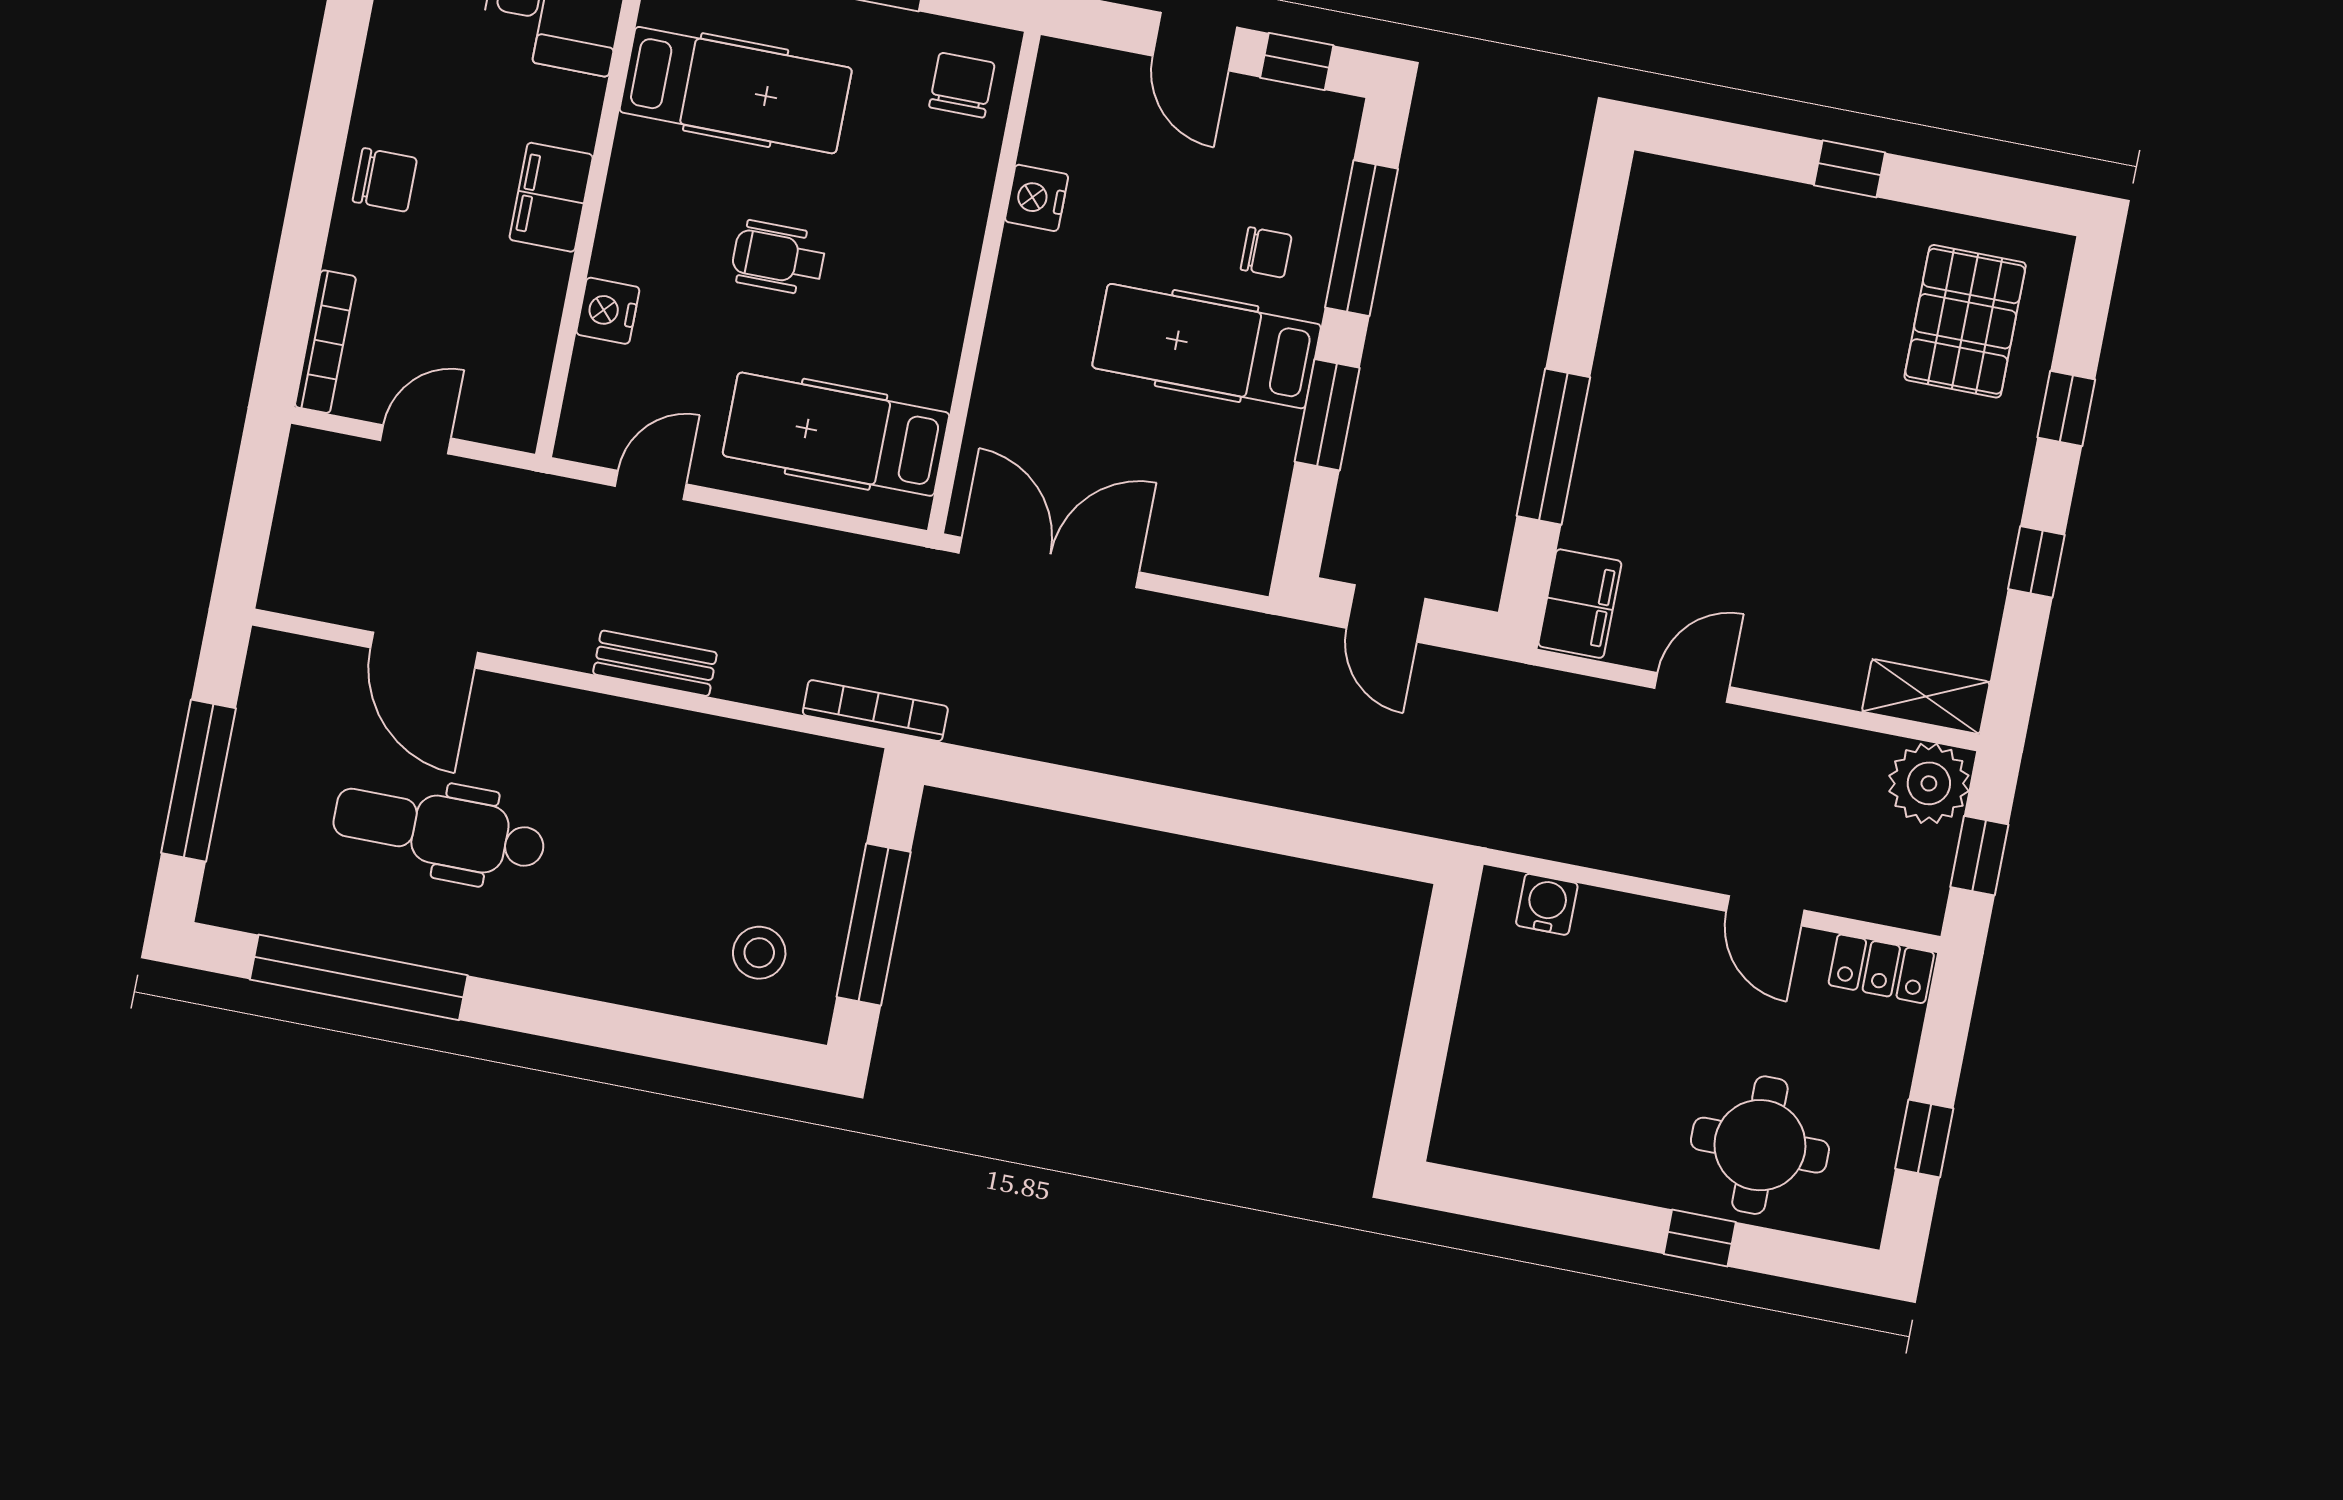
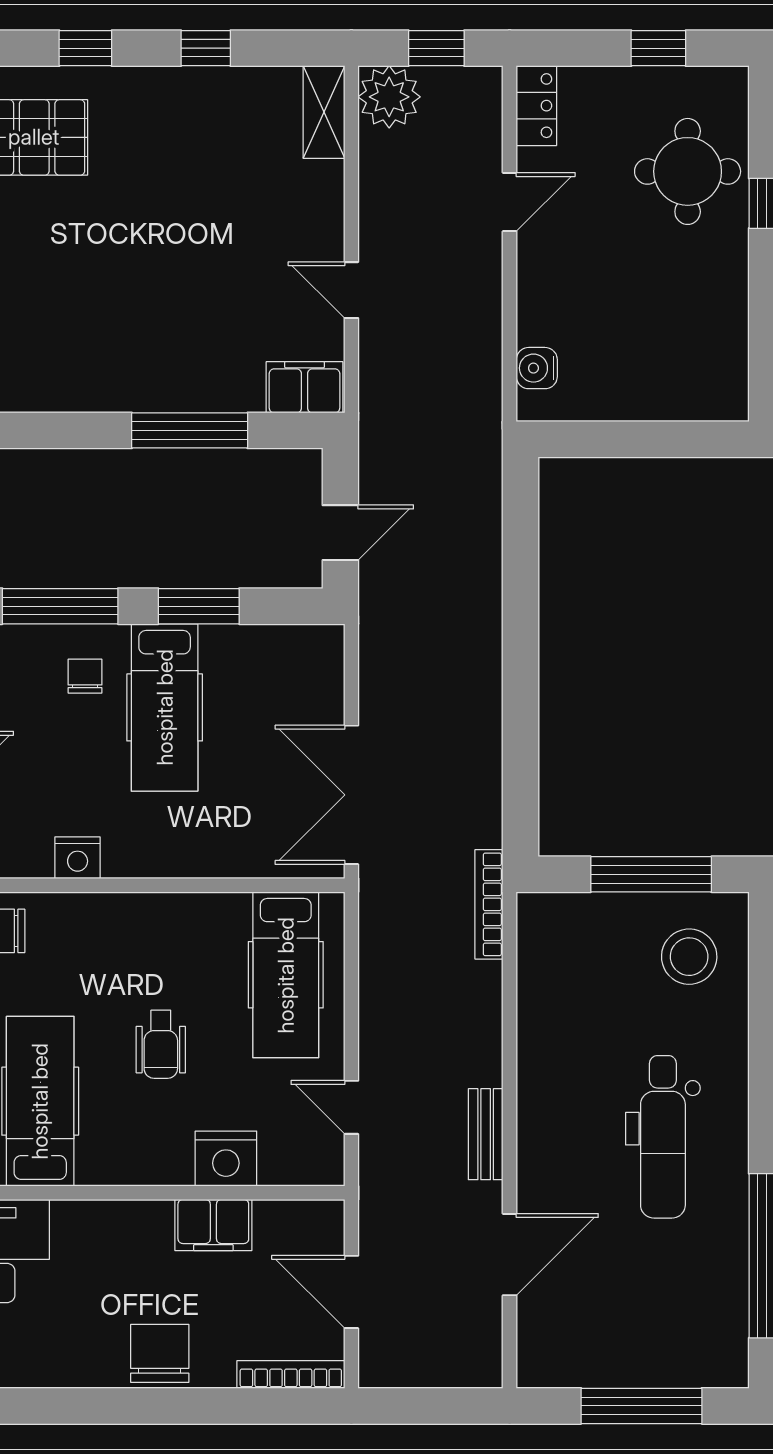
chair: (385, 180) -> (160, 1353), width x1.37, depth x1.37
filing cabinet: (551, 197) -> (213, 1225), moved
nightstand: (608, 311) -> (226, 1159), width x1.36, depth x1.33
door: (416, 439) -> (351, 1292), width x1.38
bench: (655, 663) -> (486, 1134), moved
dental chair: (439, 830) -> (663, 1137), moved
stool: (759, 953) -> (689, 957), width x1.38, depth x1.38

